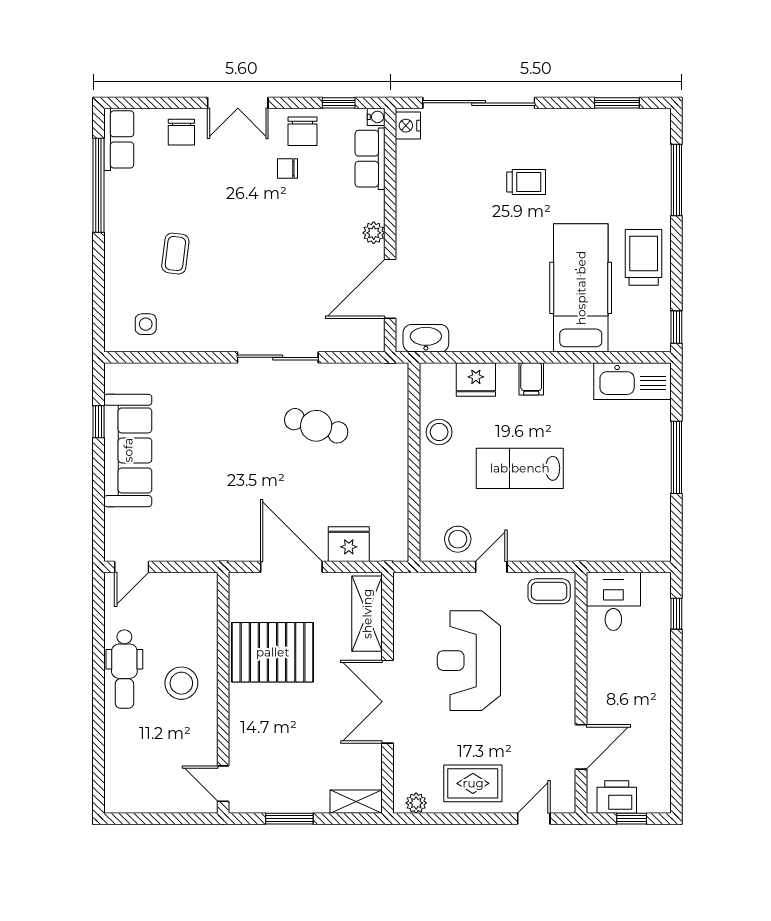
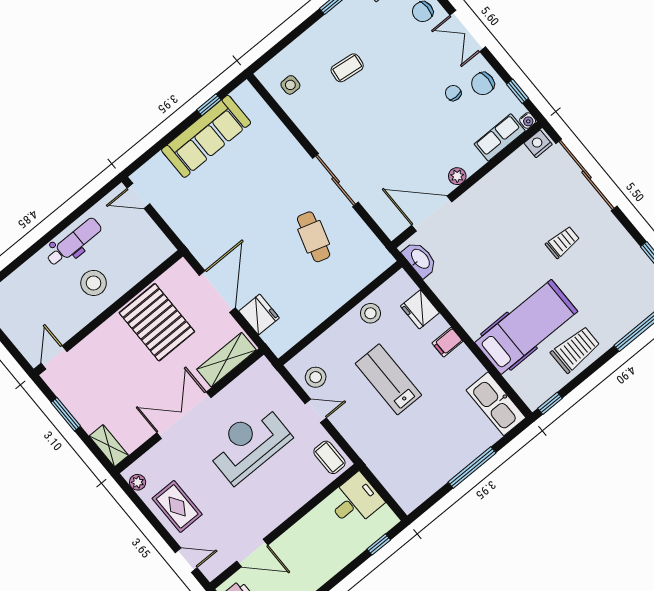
trolley: (526, 182) -> (563, 242), turned -90
dental chair: (124, 669) -> (74, 242), turned 180

